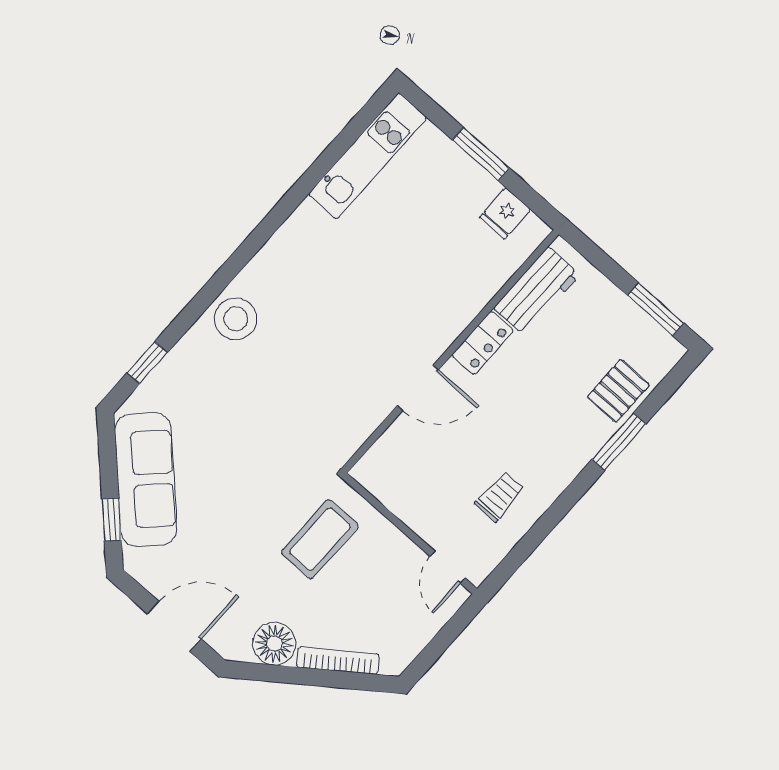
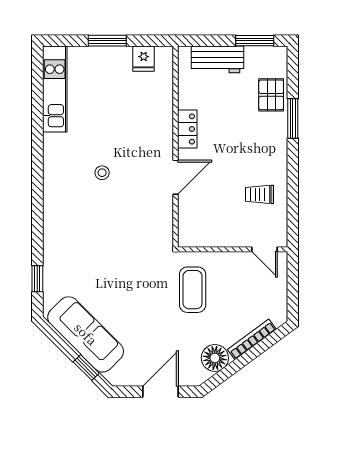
workbench: (537, 291) -> (218, 59), moved, turned 90
stool: (236, 319) -> (102, 173), moved, width x0.53, depth x0.53
trolley: (500, 497) -> (259, 194), turned -90

